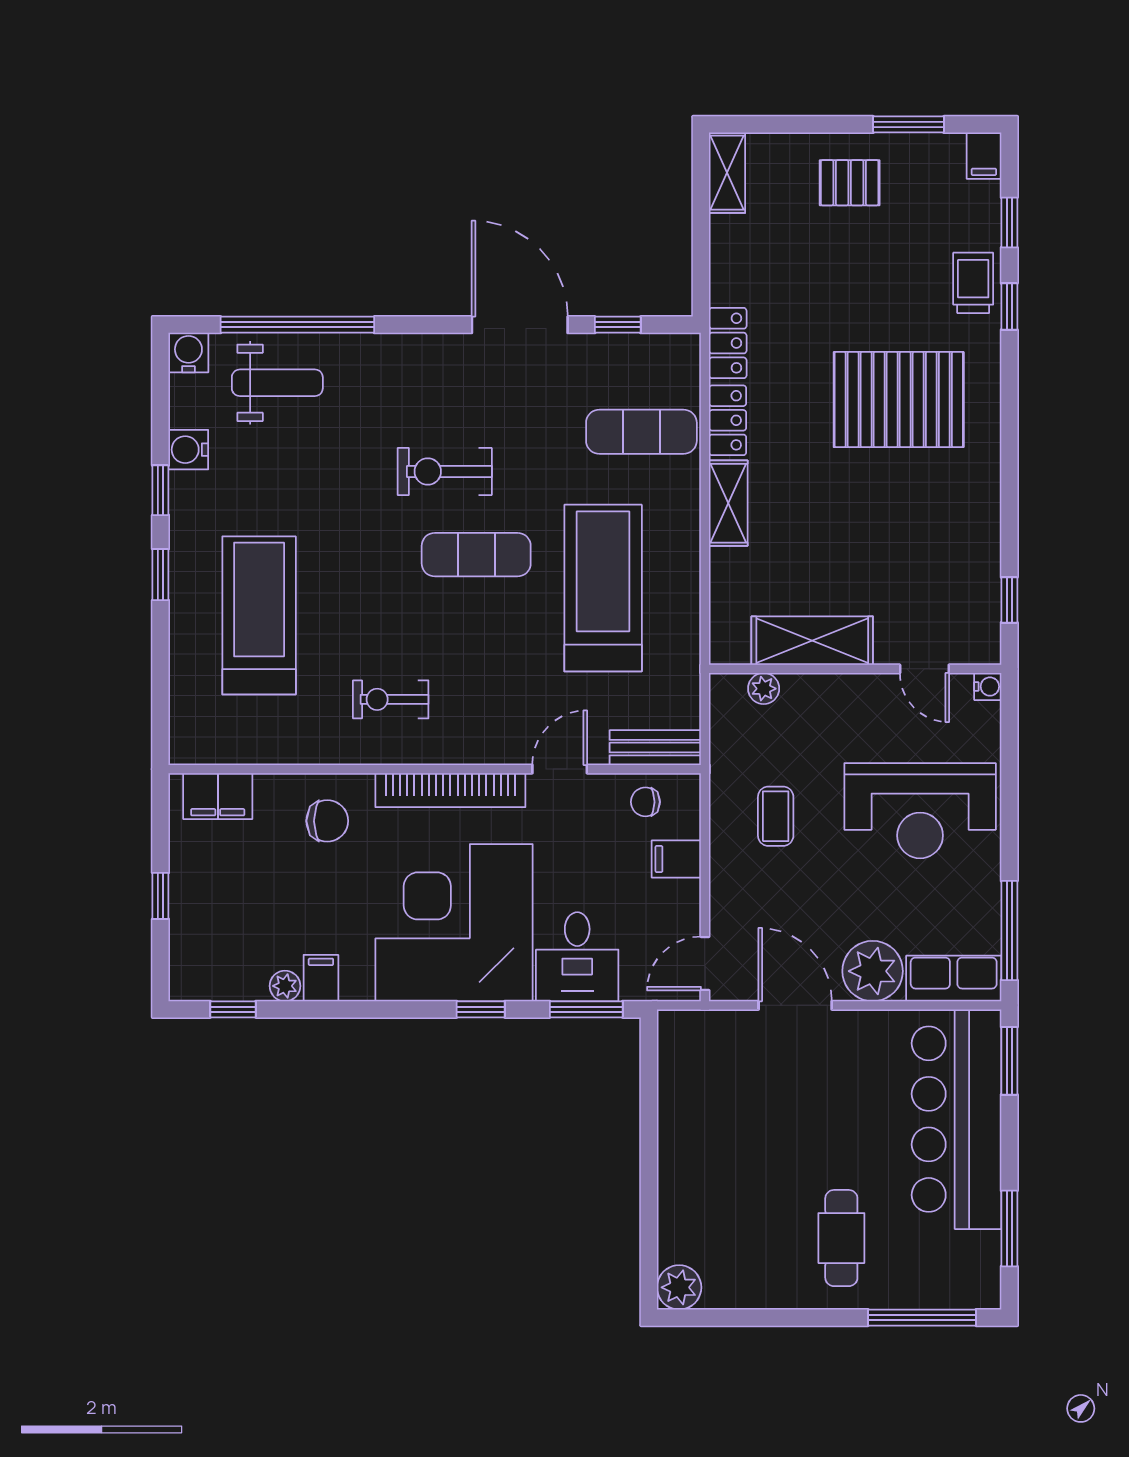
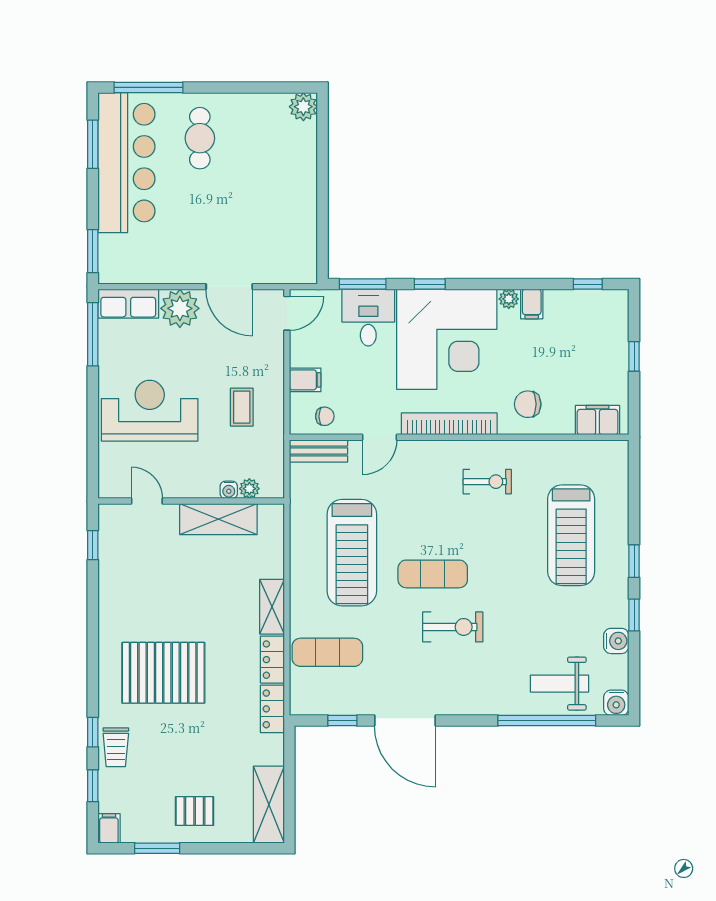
shelving: (727, 173) -> (269, 805), width x1.50, depth x1.33
water cooler: (988, 687) -> (229, 490), moved, turned -90
plant: (285, 986) -> (509, 299), moved
bar counter: (956, 1119) -> (126, 163), moved

